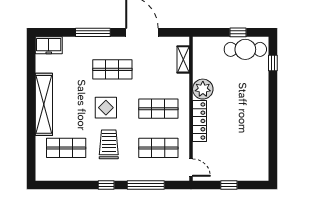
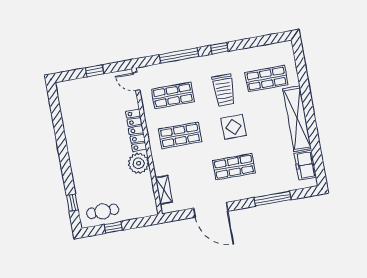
window: (93, 32) -> (273, 199), moved
freezer: (49, 45) -> (305, 165), moved, turned -90
cafe table: (245, 49) -> (103, 211), width x0.73, depth x0.74

